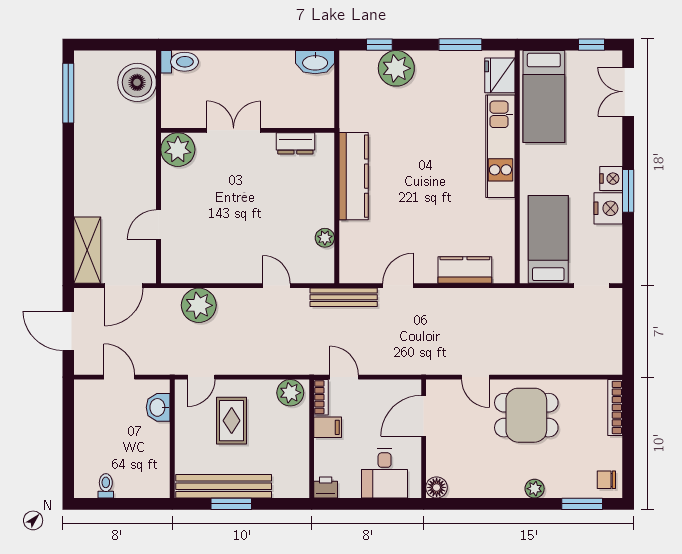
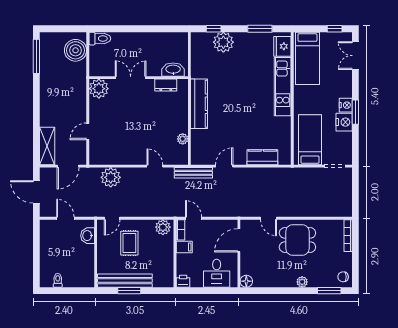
washbasin: (315, 62) -> (173, 70), moved, turned 180

